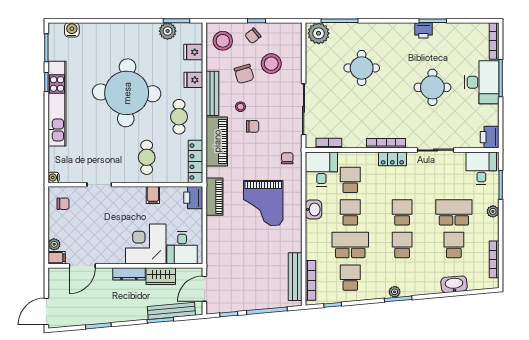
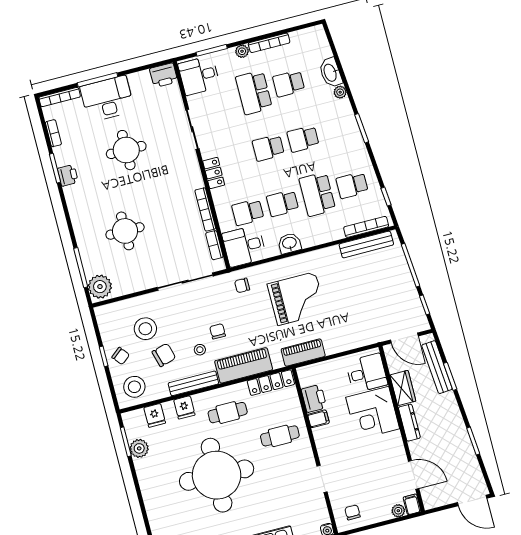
bookcase: (464, 27) -> (53, 133), added
bookcase: (386, 143) -> (205, 209), moved
printer: (193, 198) -> (314, 398), moved, turned -90
bookcase: (494, 259) -> (269, 43), moved
plant: (395, 292) -> (340, 92), moved

